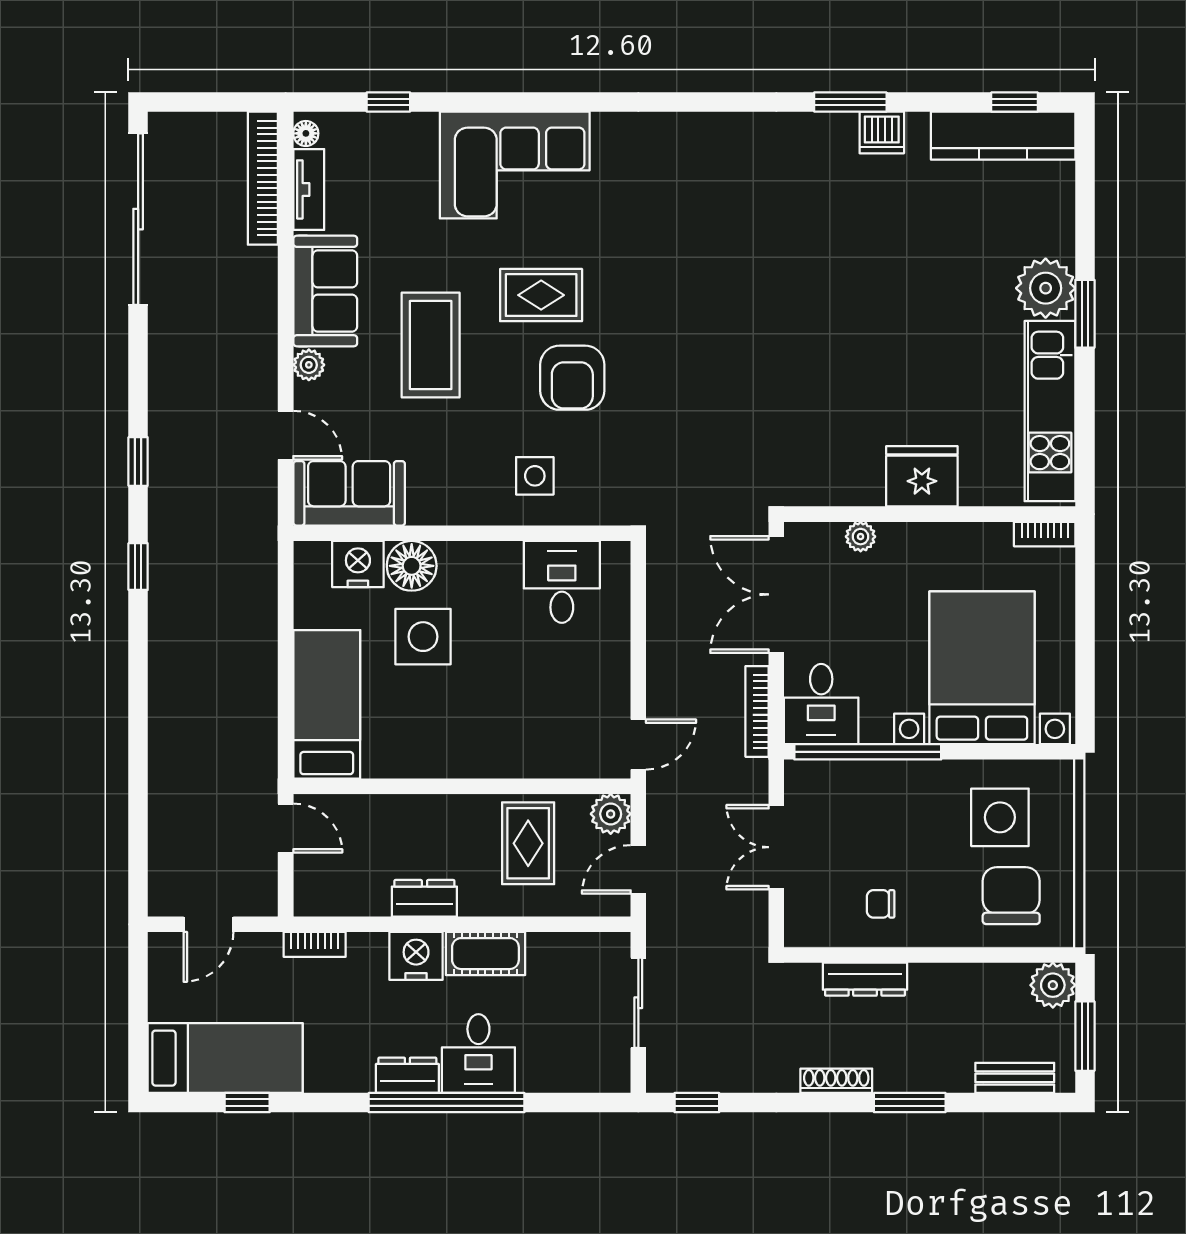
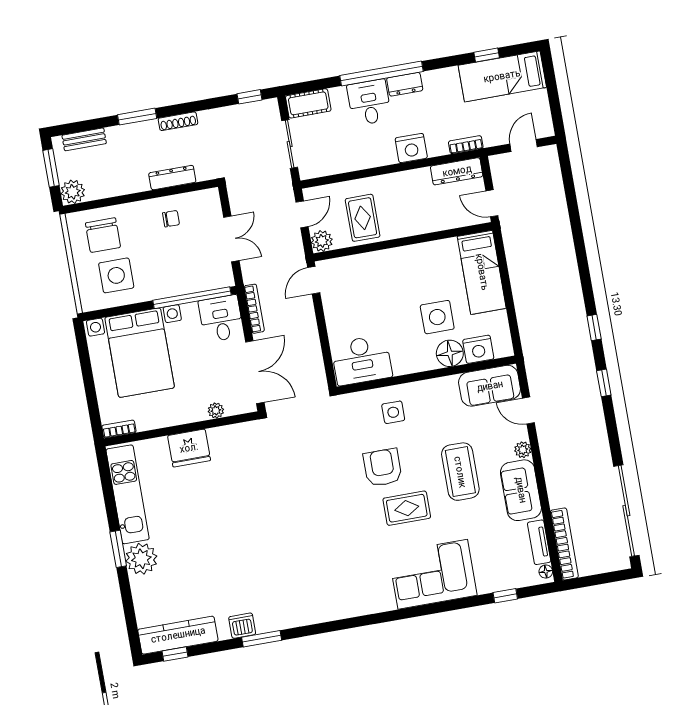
desk: (562, 582) -> (362, 360), width x1.37
dresser: (424, 898) -> (457, 171), moved, width x1.44
cot: (485, 954) -> (308, 103), moved

